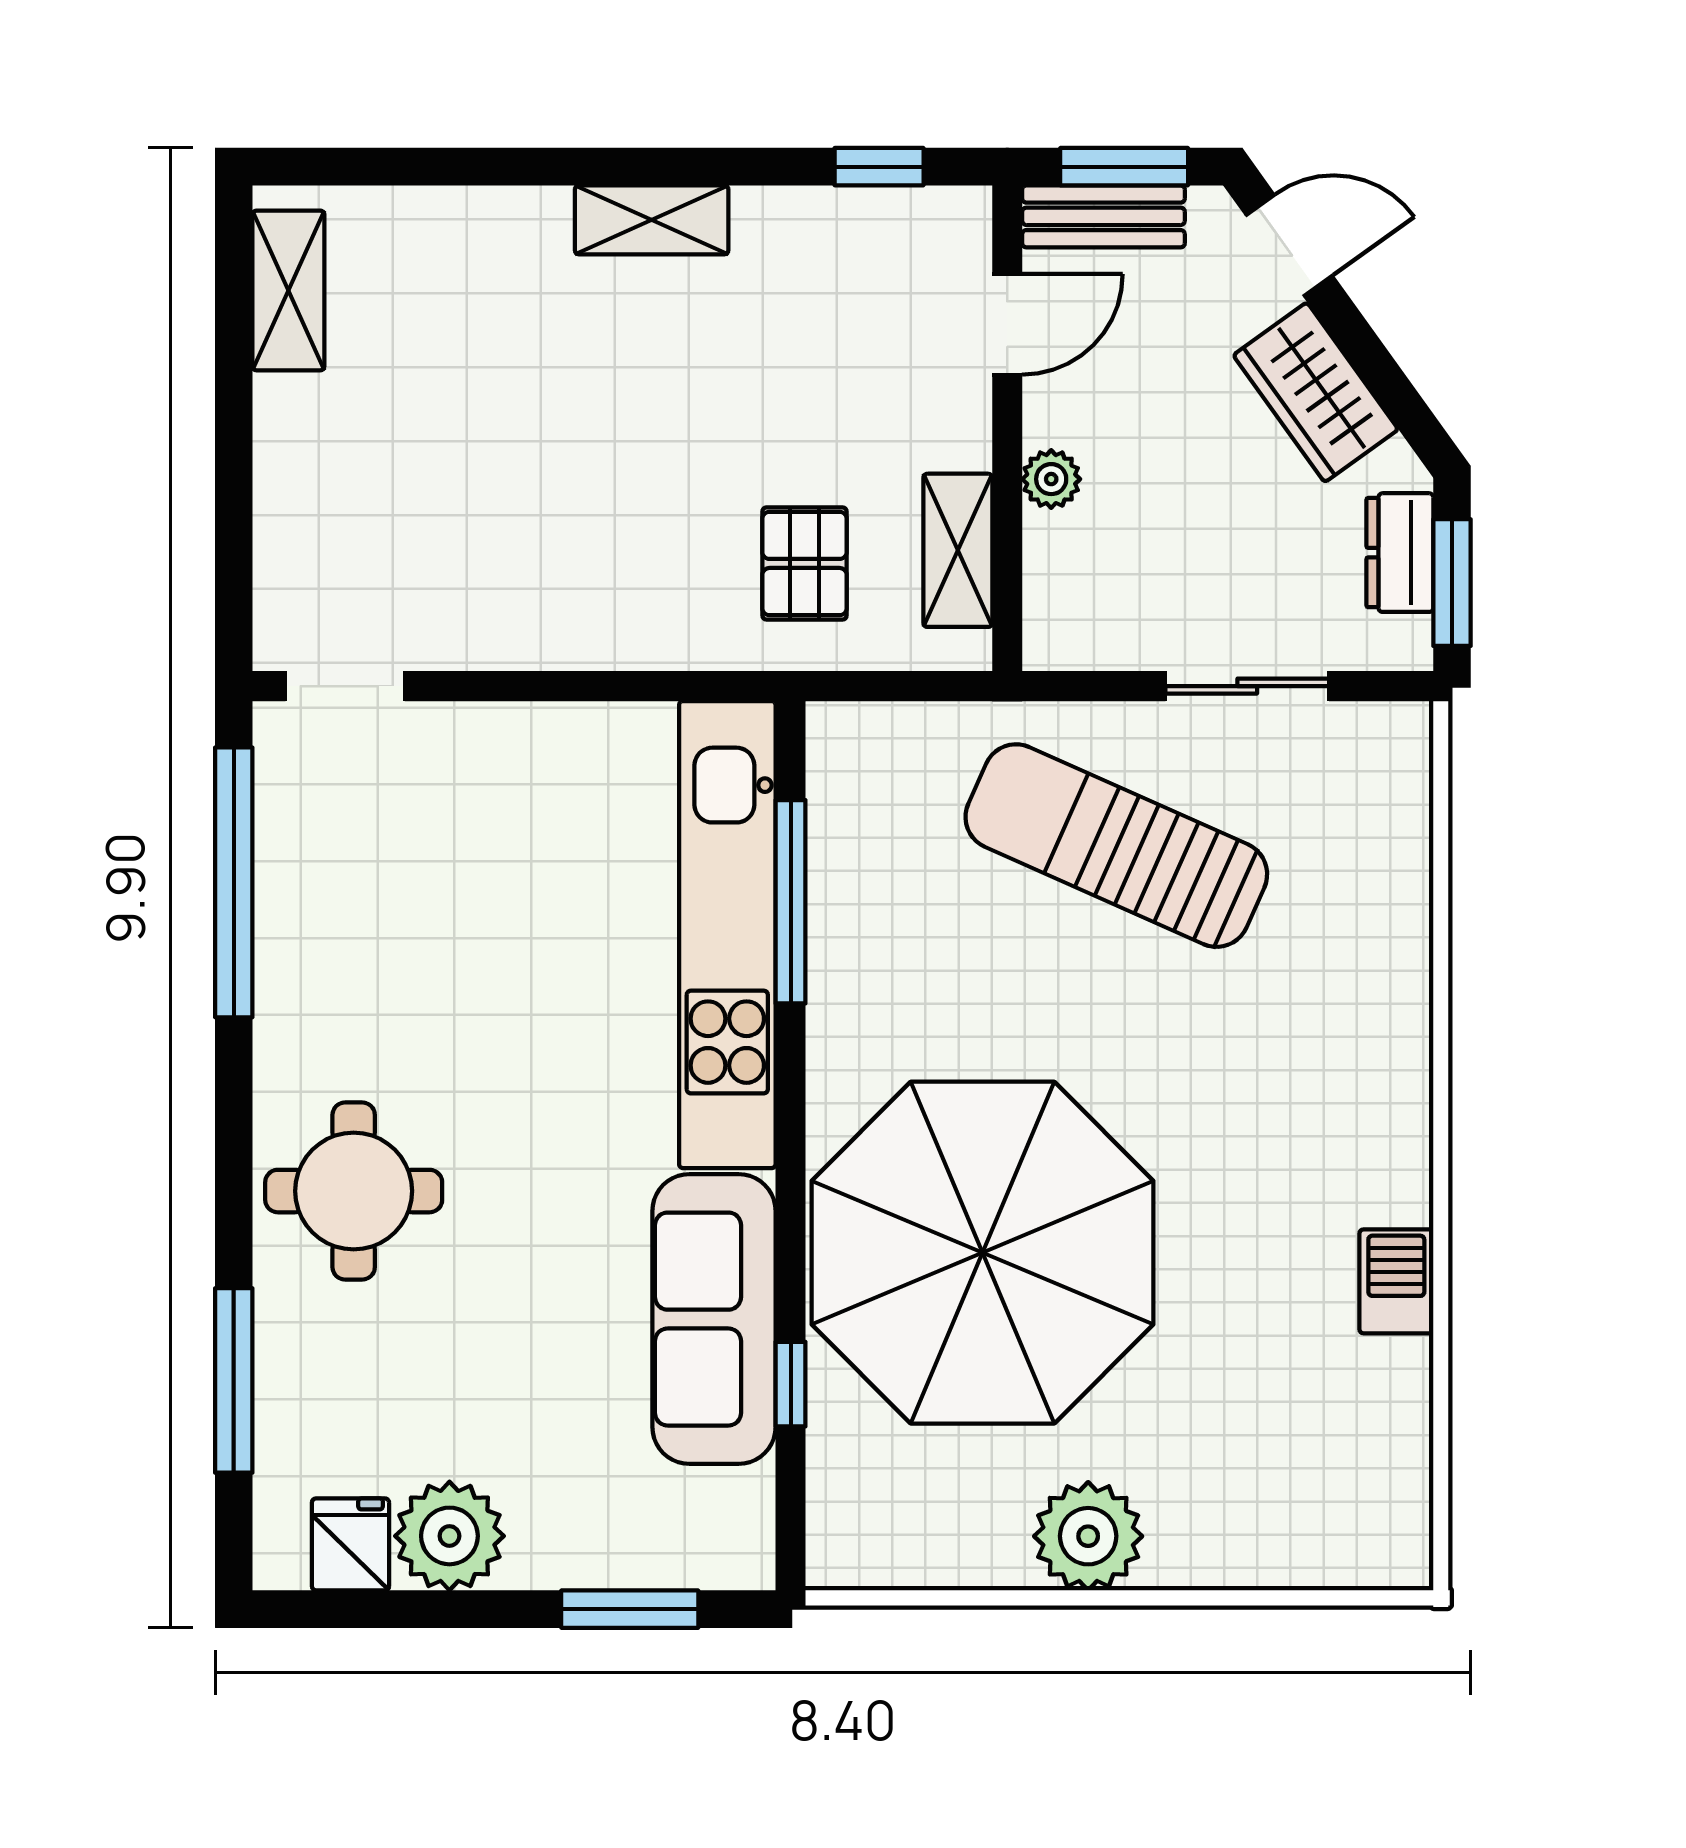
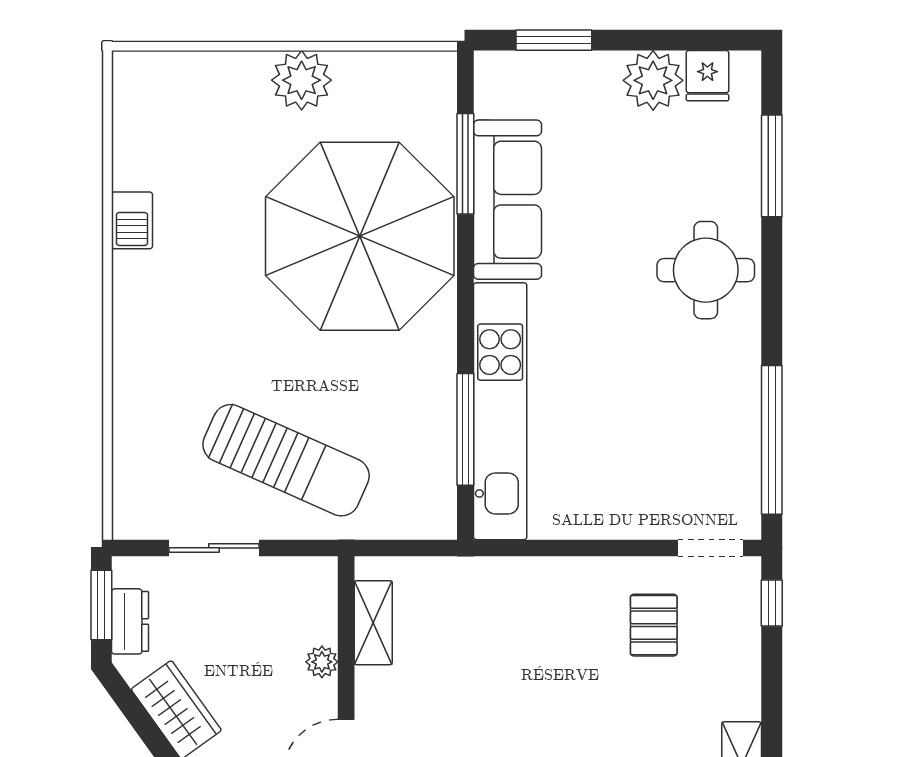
pallet: (804, 563) -> (654, 625), moved
window: (234, 586) -> (772, 603), added
window: (791, 1384) -> (465, 164), width x2.17

